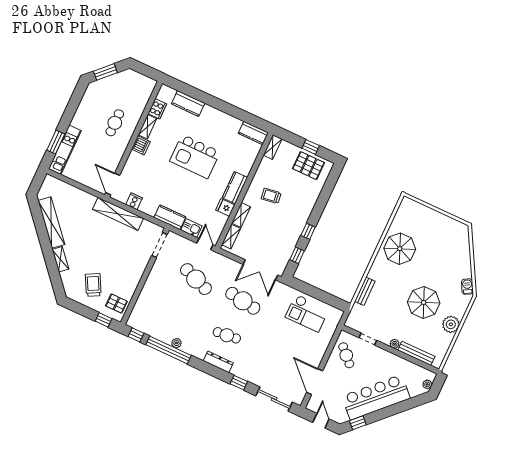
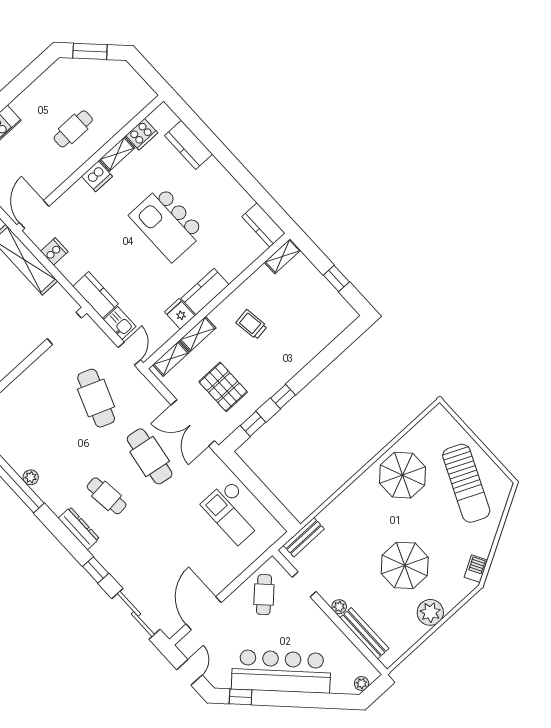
pallet: (309, 166) -> (223, 387), moved
sun lounger: (440, 238) -> (466, 483), added
bench: (365, 291) -> (304, 537), moved

